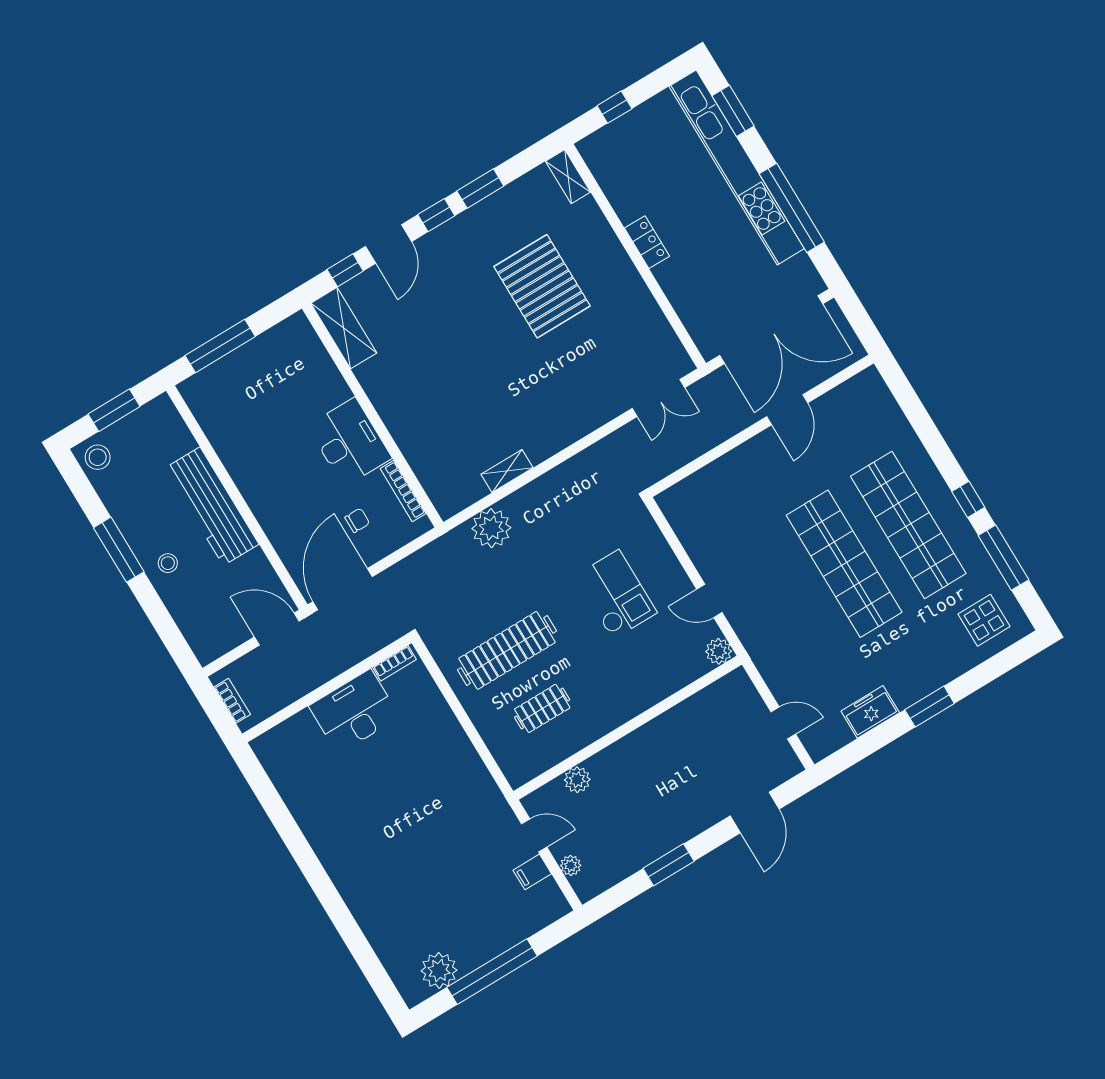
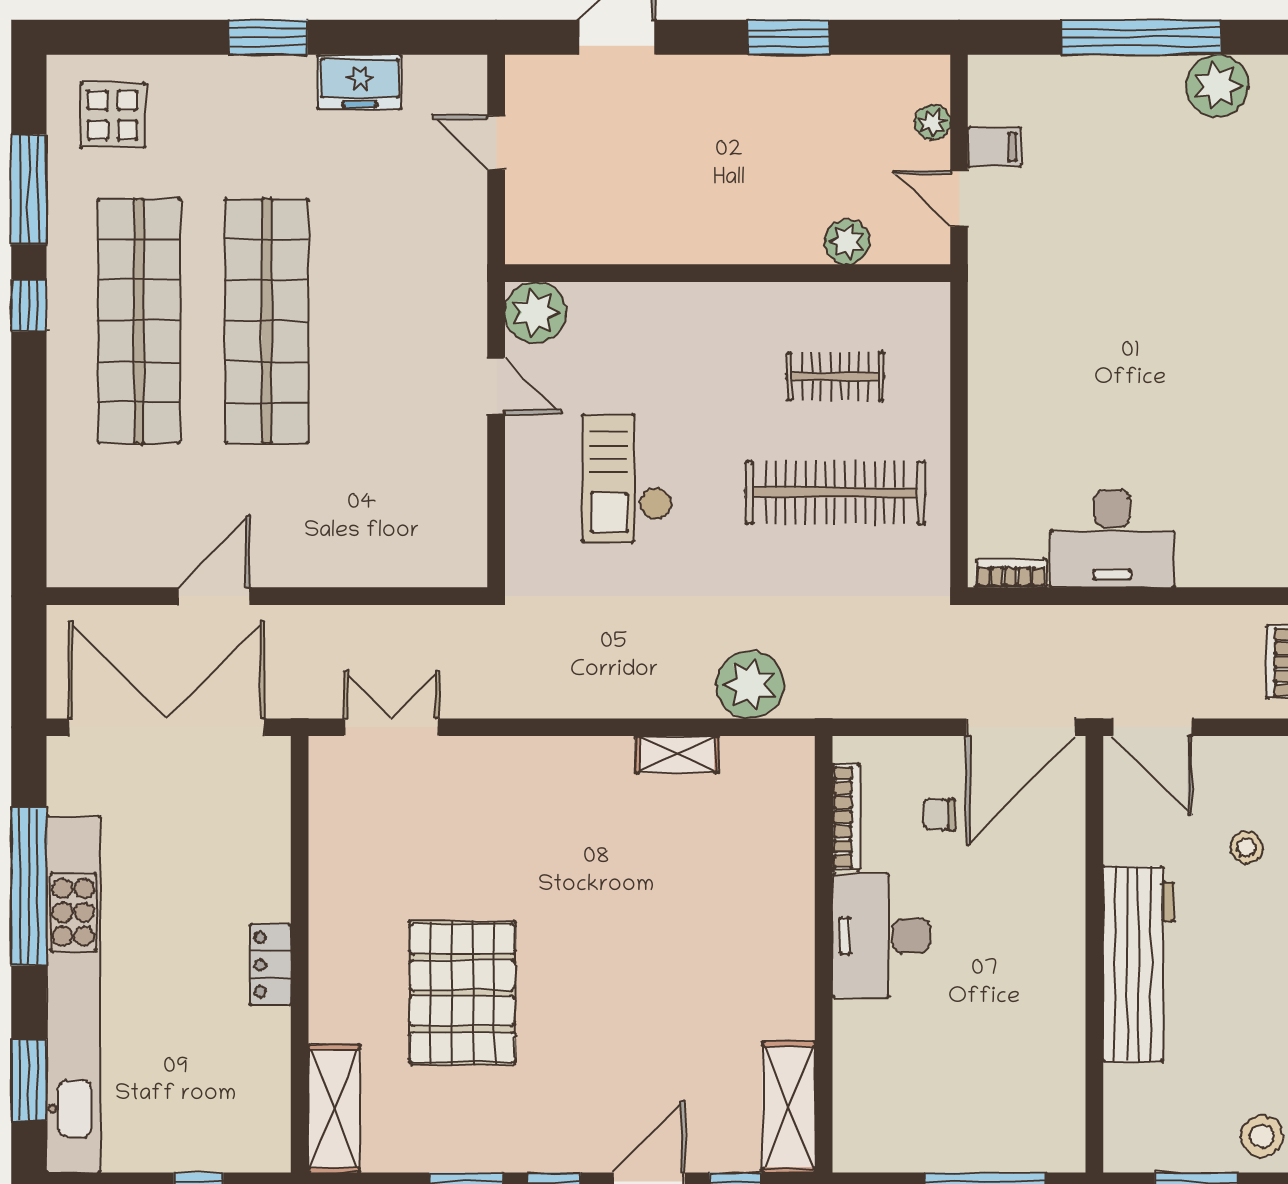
shelving: (568, 177) -> (334, 1109), width x1.50, depth x1.33
stool: (168, 563) -> (1246, 847), moved
plant: (719, 651) -> (535, 312), width x1.36, depth x1.36

